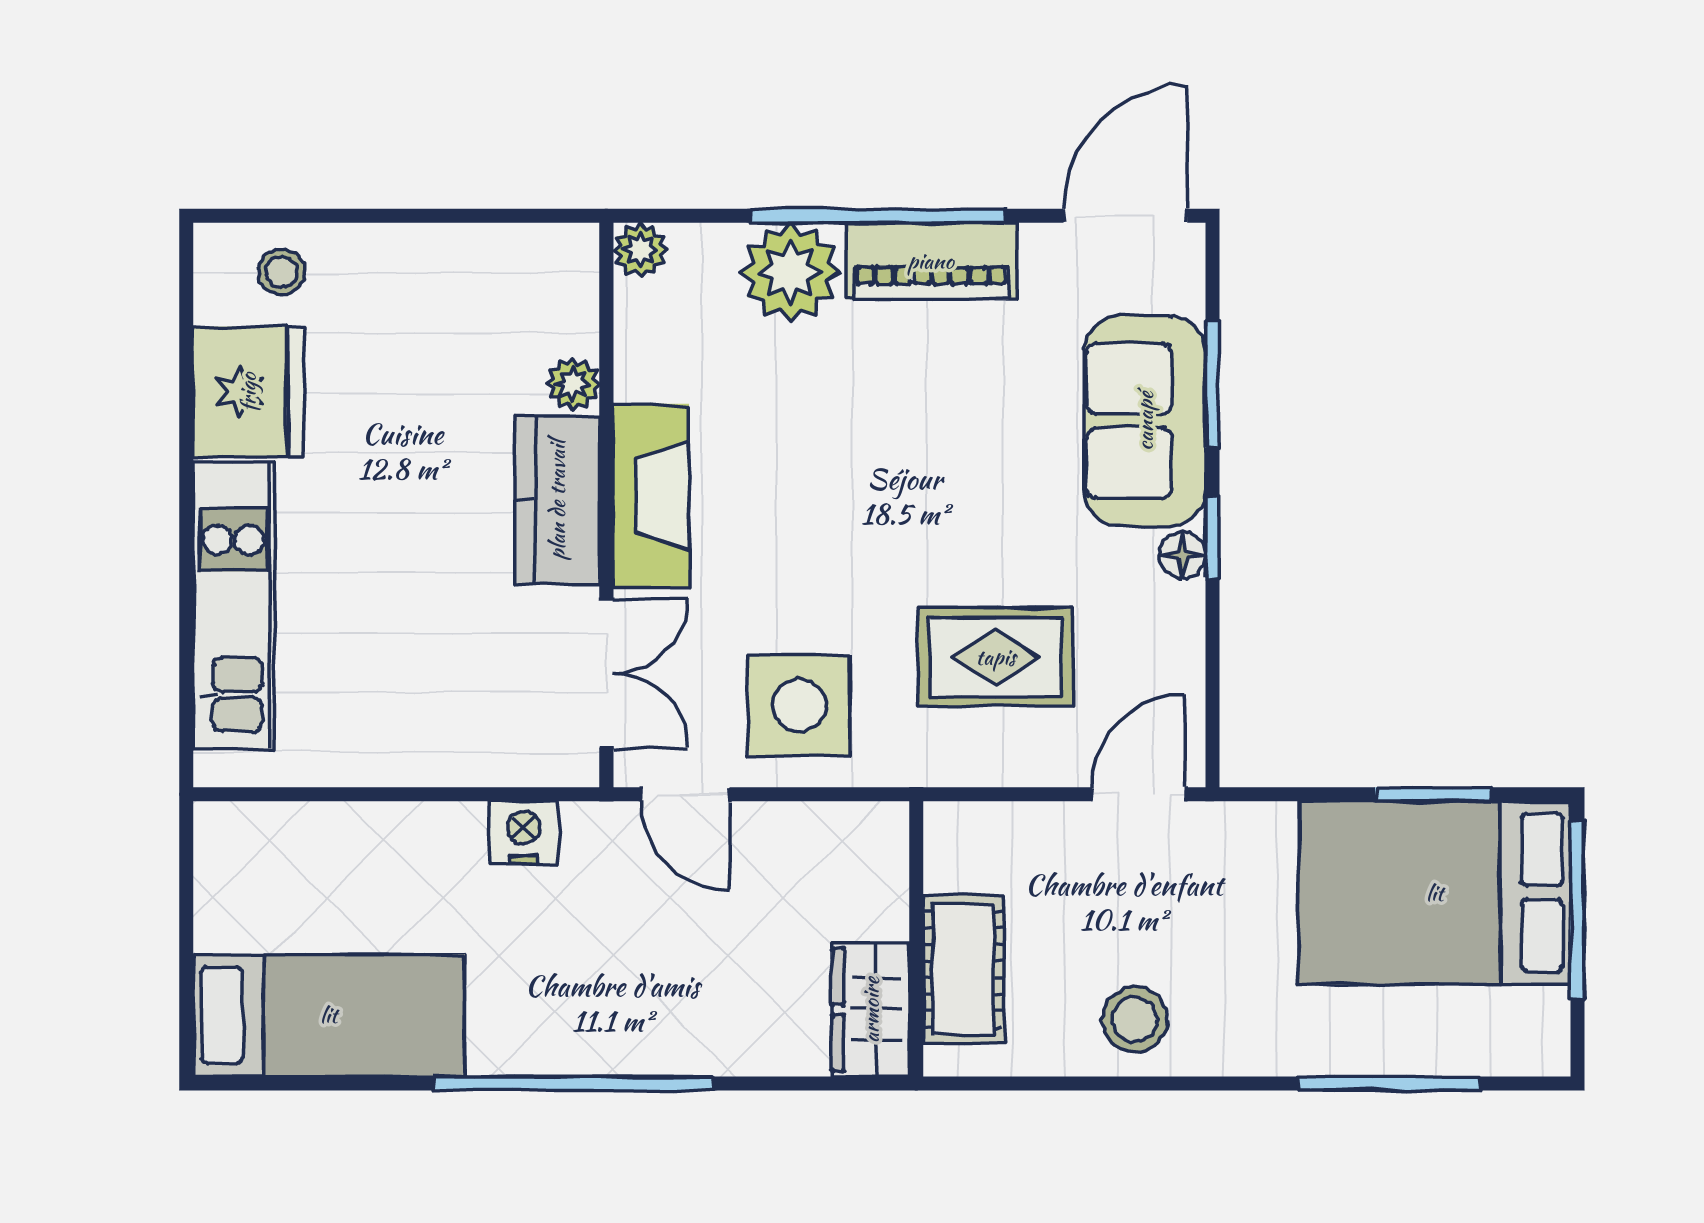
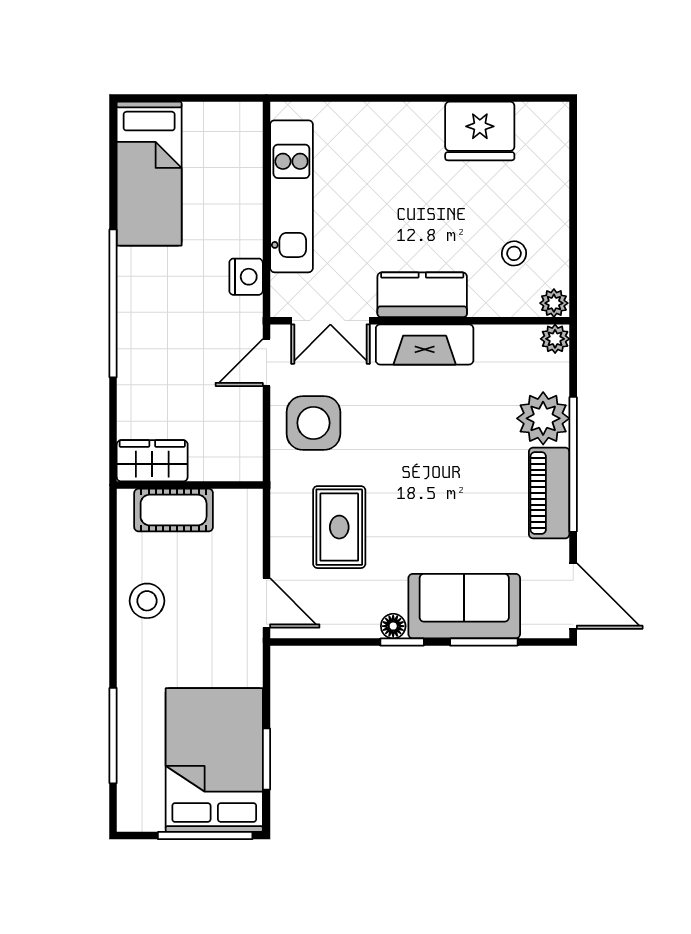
stool: (282, 272) -> (514, 253), moved
plant: (573, 384) -> (554, 303), moved
kitchen unit: (234, 606) -> (291, 196), moved, turned -90

